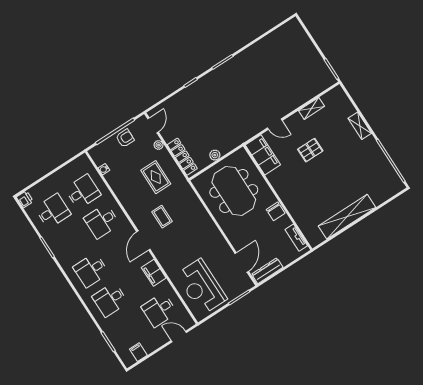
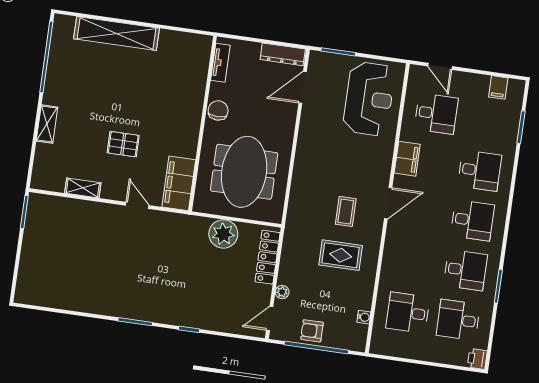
plant: (215, 155) -> (223, 234), width x1.87, depth x1.87
rug: (156, 177) -> (341, 255), moved, turned 90
shelving: (347, 217) -> (116, 34), moved
desk: (102, 221) -> (465, 270), moved

